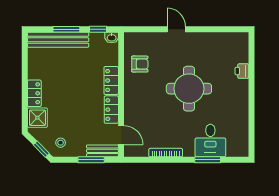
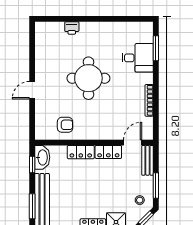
window: (66, 29) -> (32, 206), moved
washbasin: (112, 37) -> (42, 157), width x1.91, depth x1.45
armchair: (140, 64) -> (65, 125), turned 90
window: (91, 160) -> (156, 185), moved
window: (208, 160) -> (156, 48), moved

